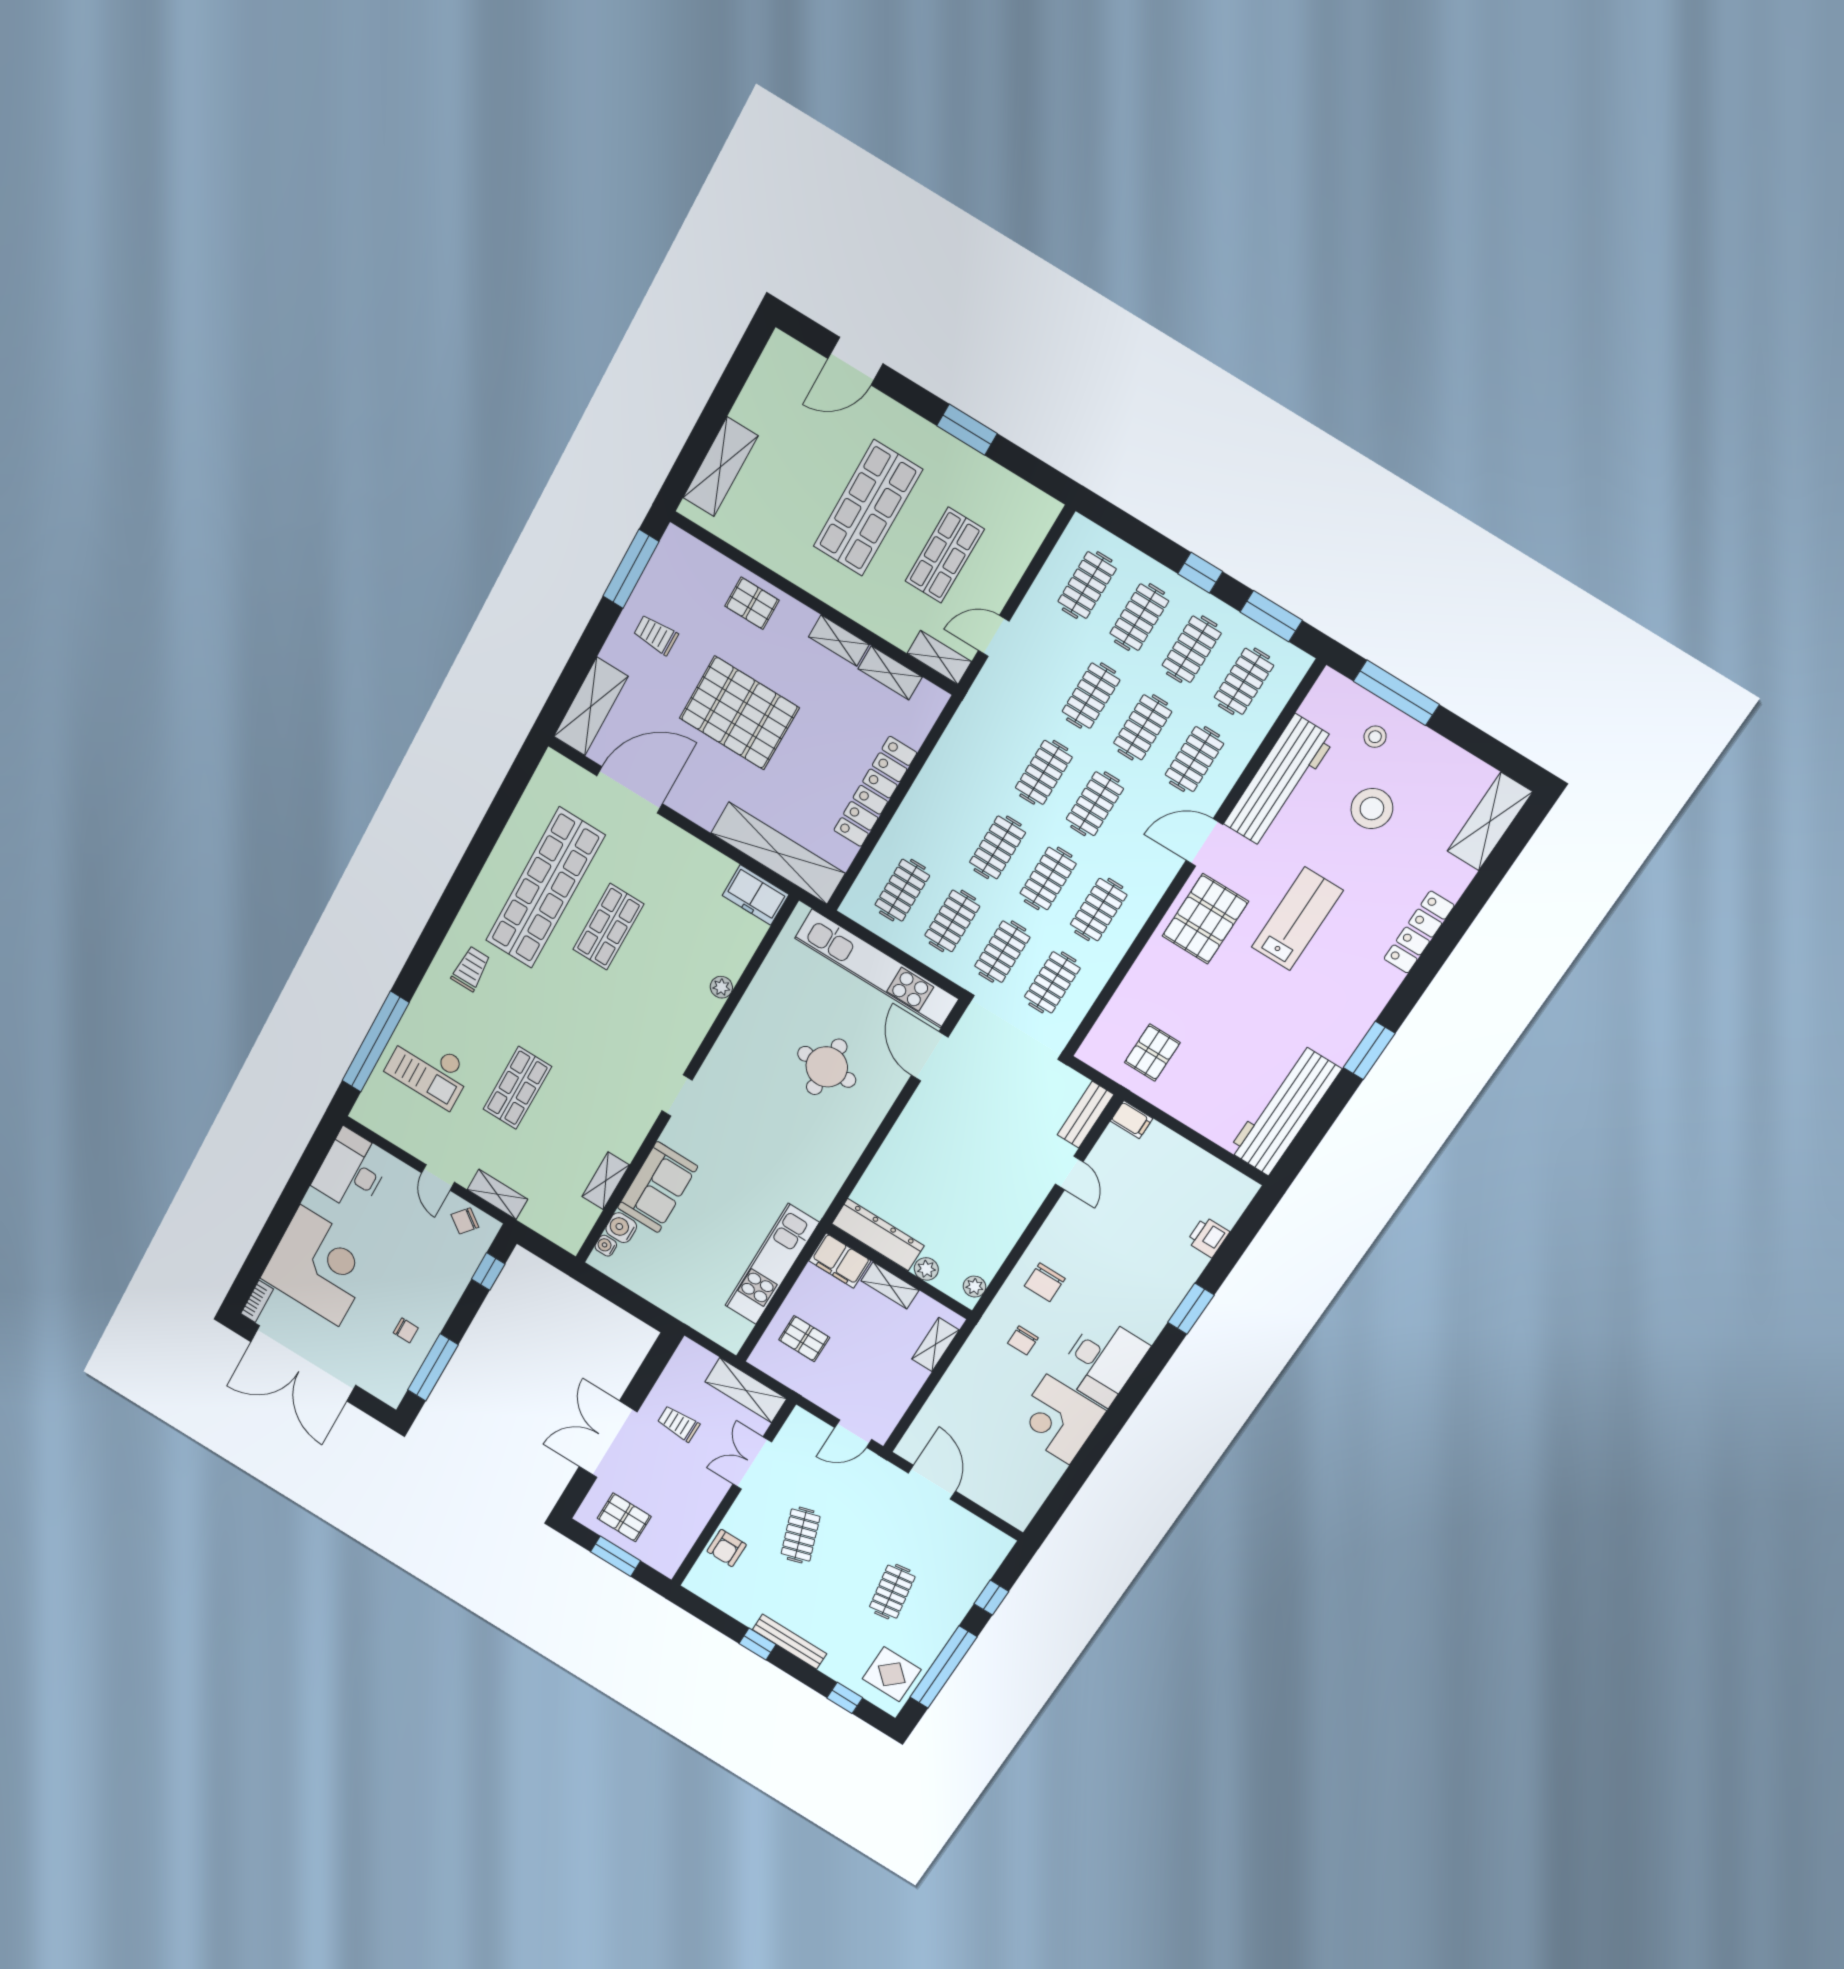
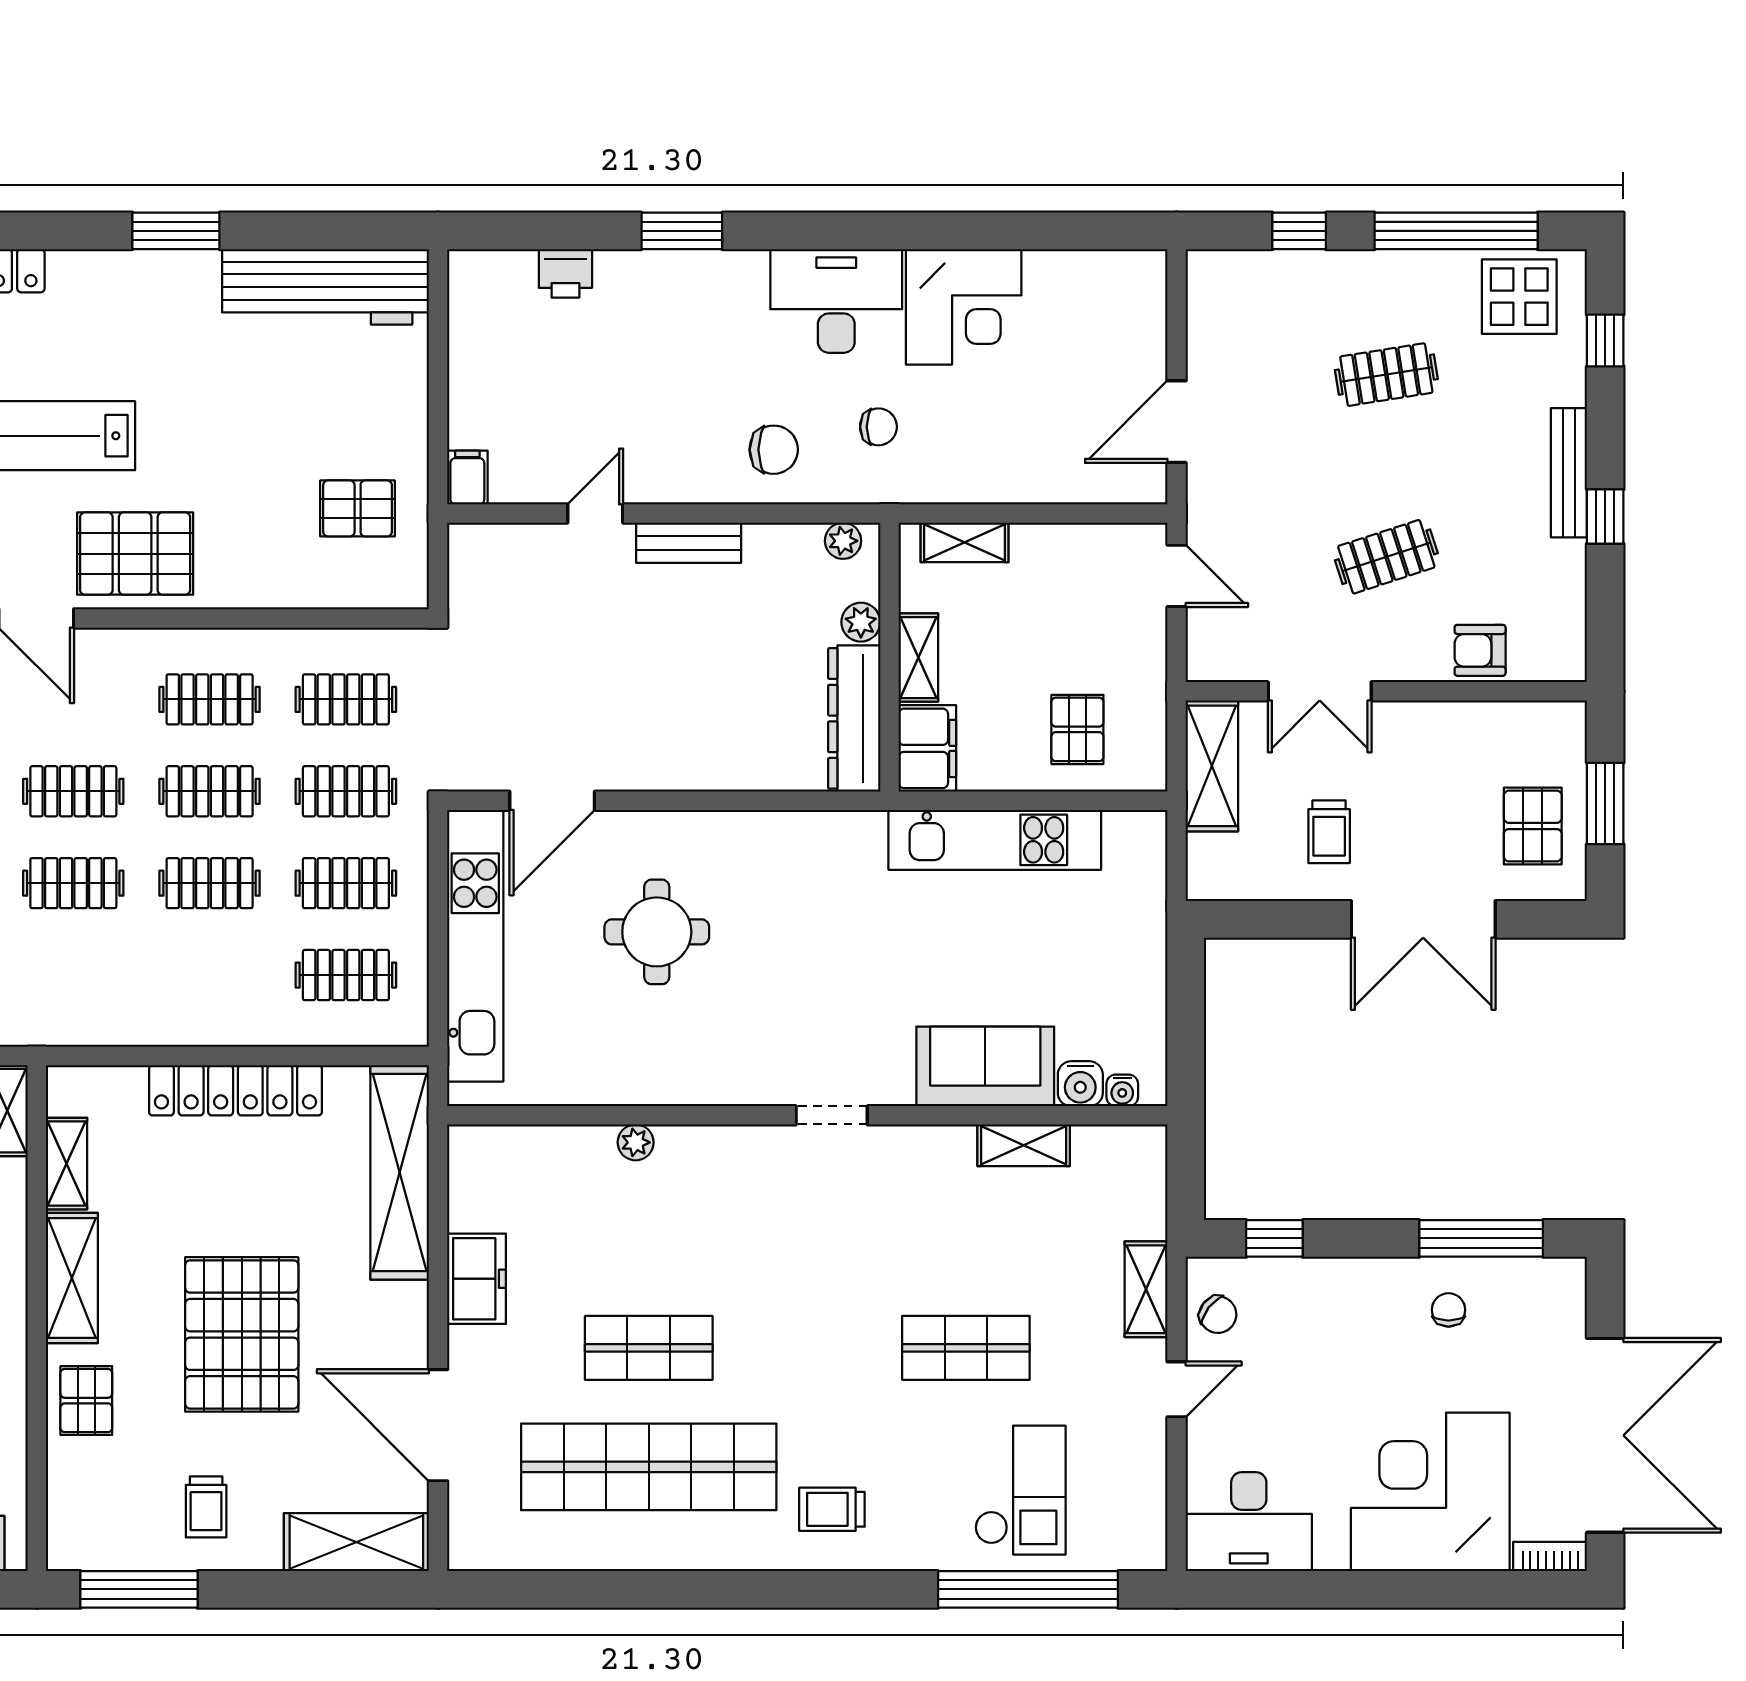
shelving: (839, 641) -> (72, 1278), width x1.50, depth x1.33
freezer: (756, 895) -> (477, 1279), moved
bench: (1085, 1115) -> (689, 543), moved
armchair: (727, 1548) -> (1480, 650), turned 180

